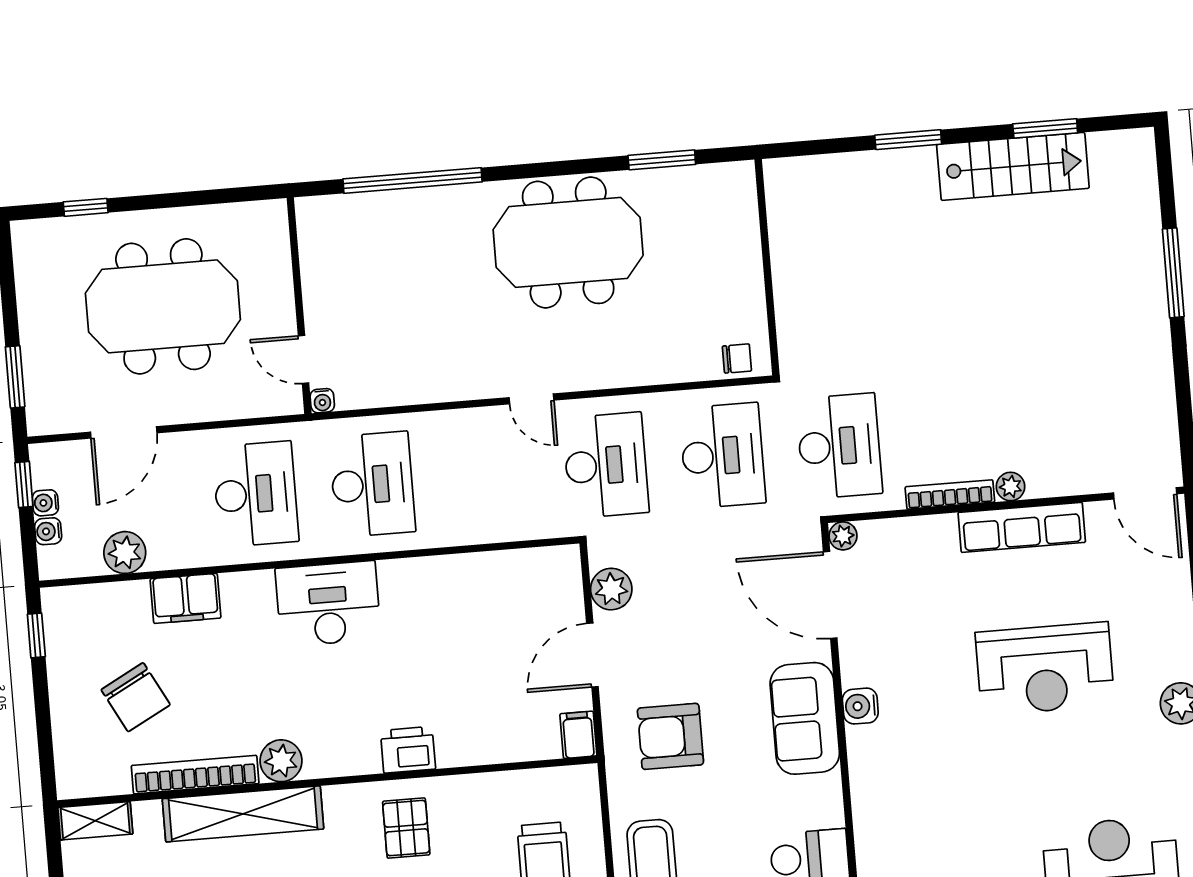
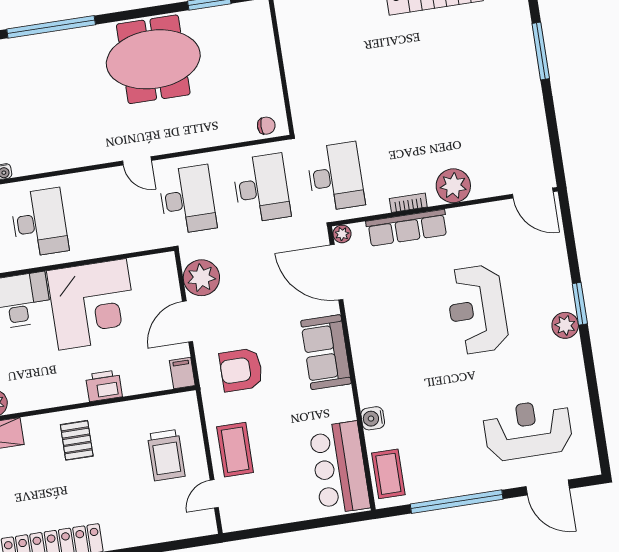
plant: (1011, 487) -> (453, 186), width x1.87, depth x1.87
bookcase: (950, 494) -> (408, 203), width x0.64
row of seats: (1022, 527) -> (407, 228), moved
plant: (611, 589) -> (201, 278), width x1.36, depth x1.36
corner desk: (446, 618) -> (92, 304), added
reception desk: (1045, 669) -> (477, 309), turned 90
water cooler: (860, 706) -> (373, 418), moved
printer: (408, 750) -> (104, 386), moved

